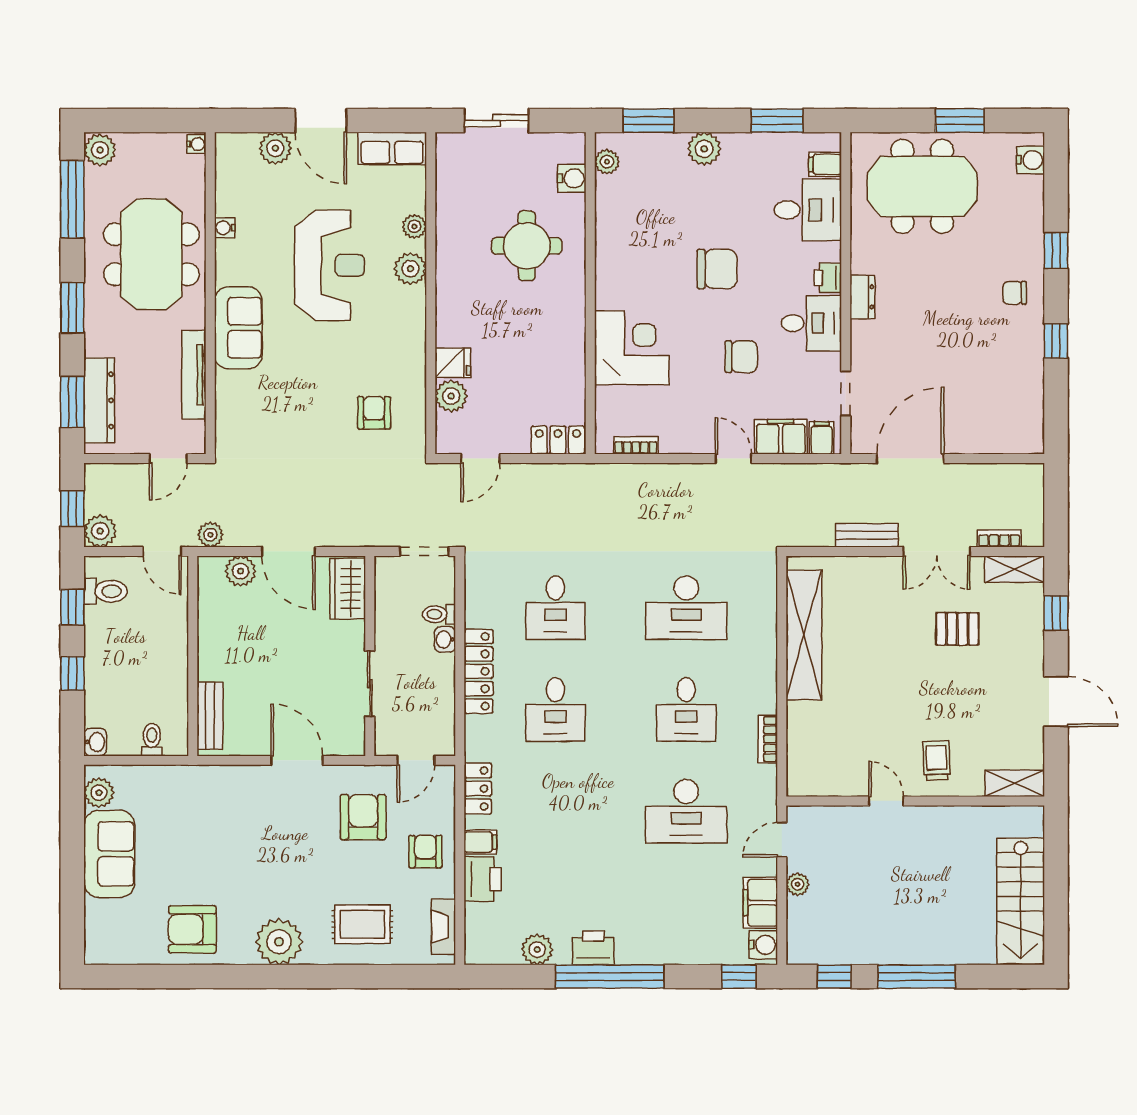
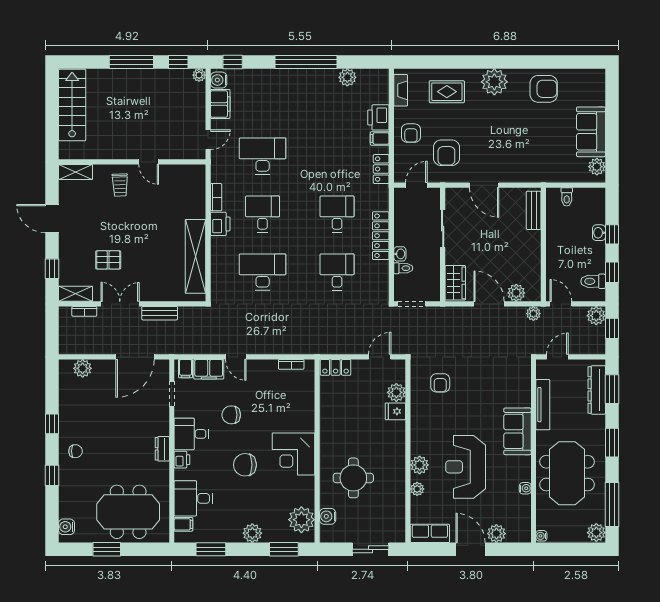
plant: (607, 162) -> (301, 520), width x1.88, depth x1.88
corner desk: (632, 348) -> (294, 454), moved
plant: (1002, 438) -> (83, 368), added
washbasin: (95, 742) -> (599, 233), moved
plant: (798, 884) -> (199, 75), moved
printer: (593, 948) -> (220, 224), moved, turned -90

